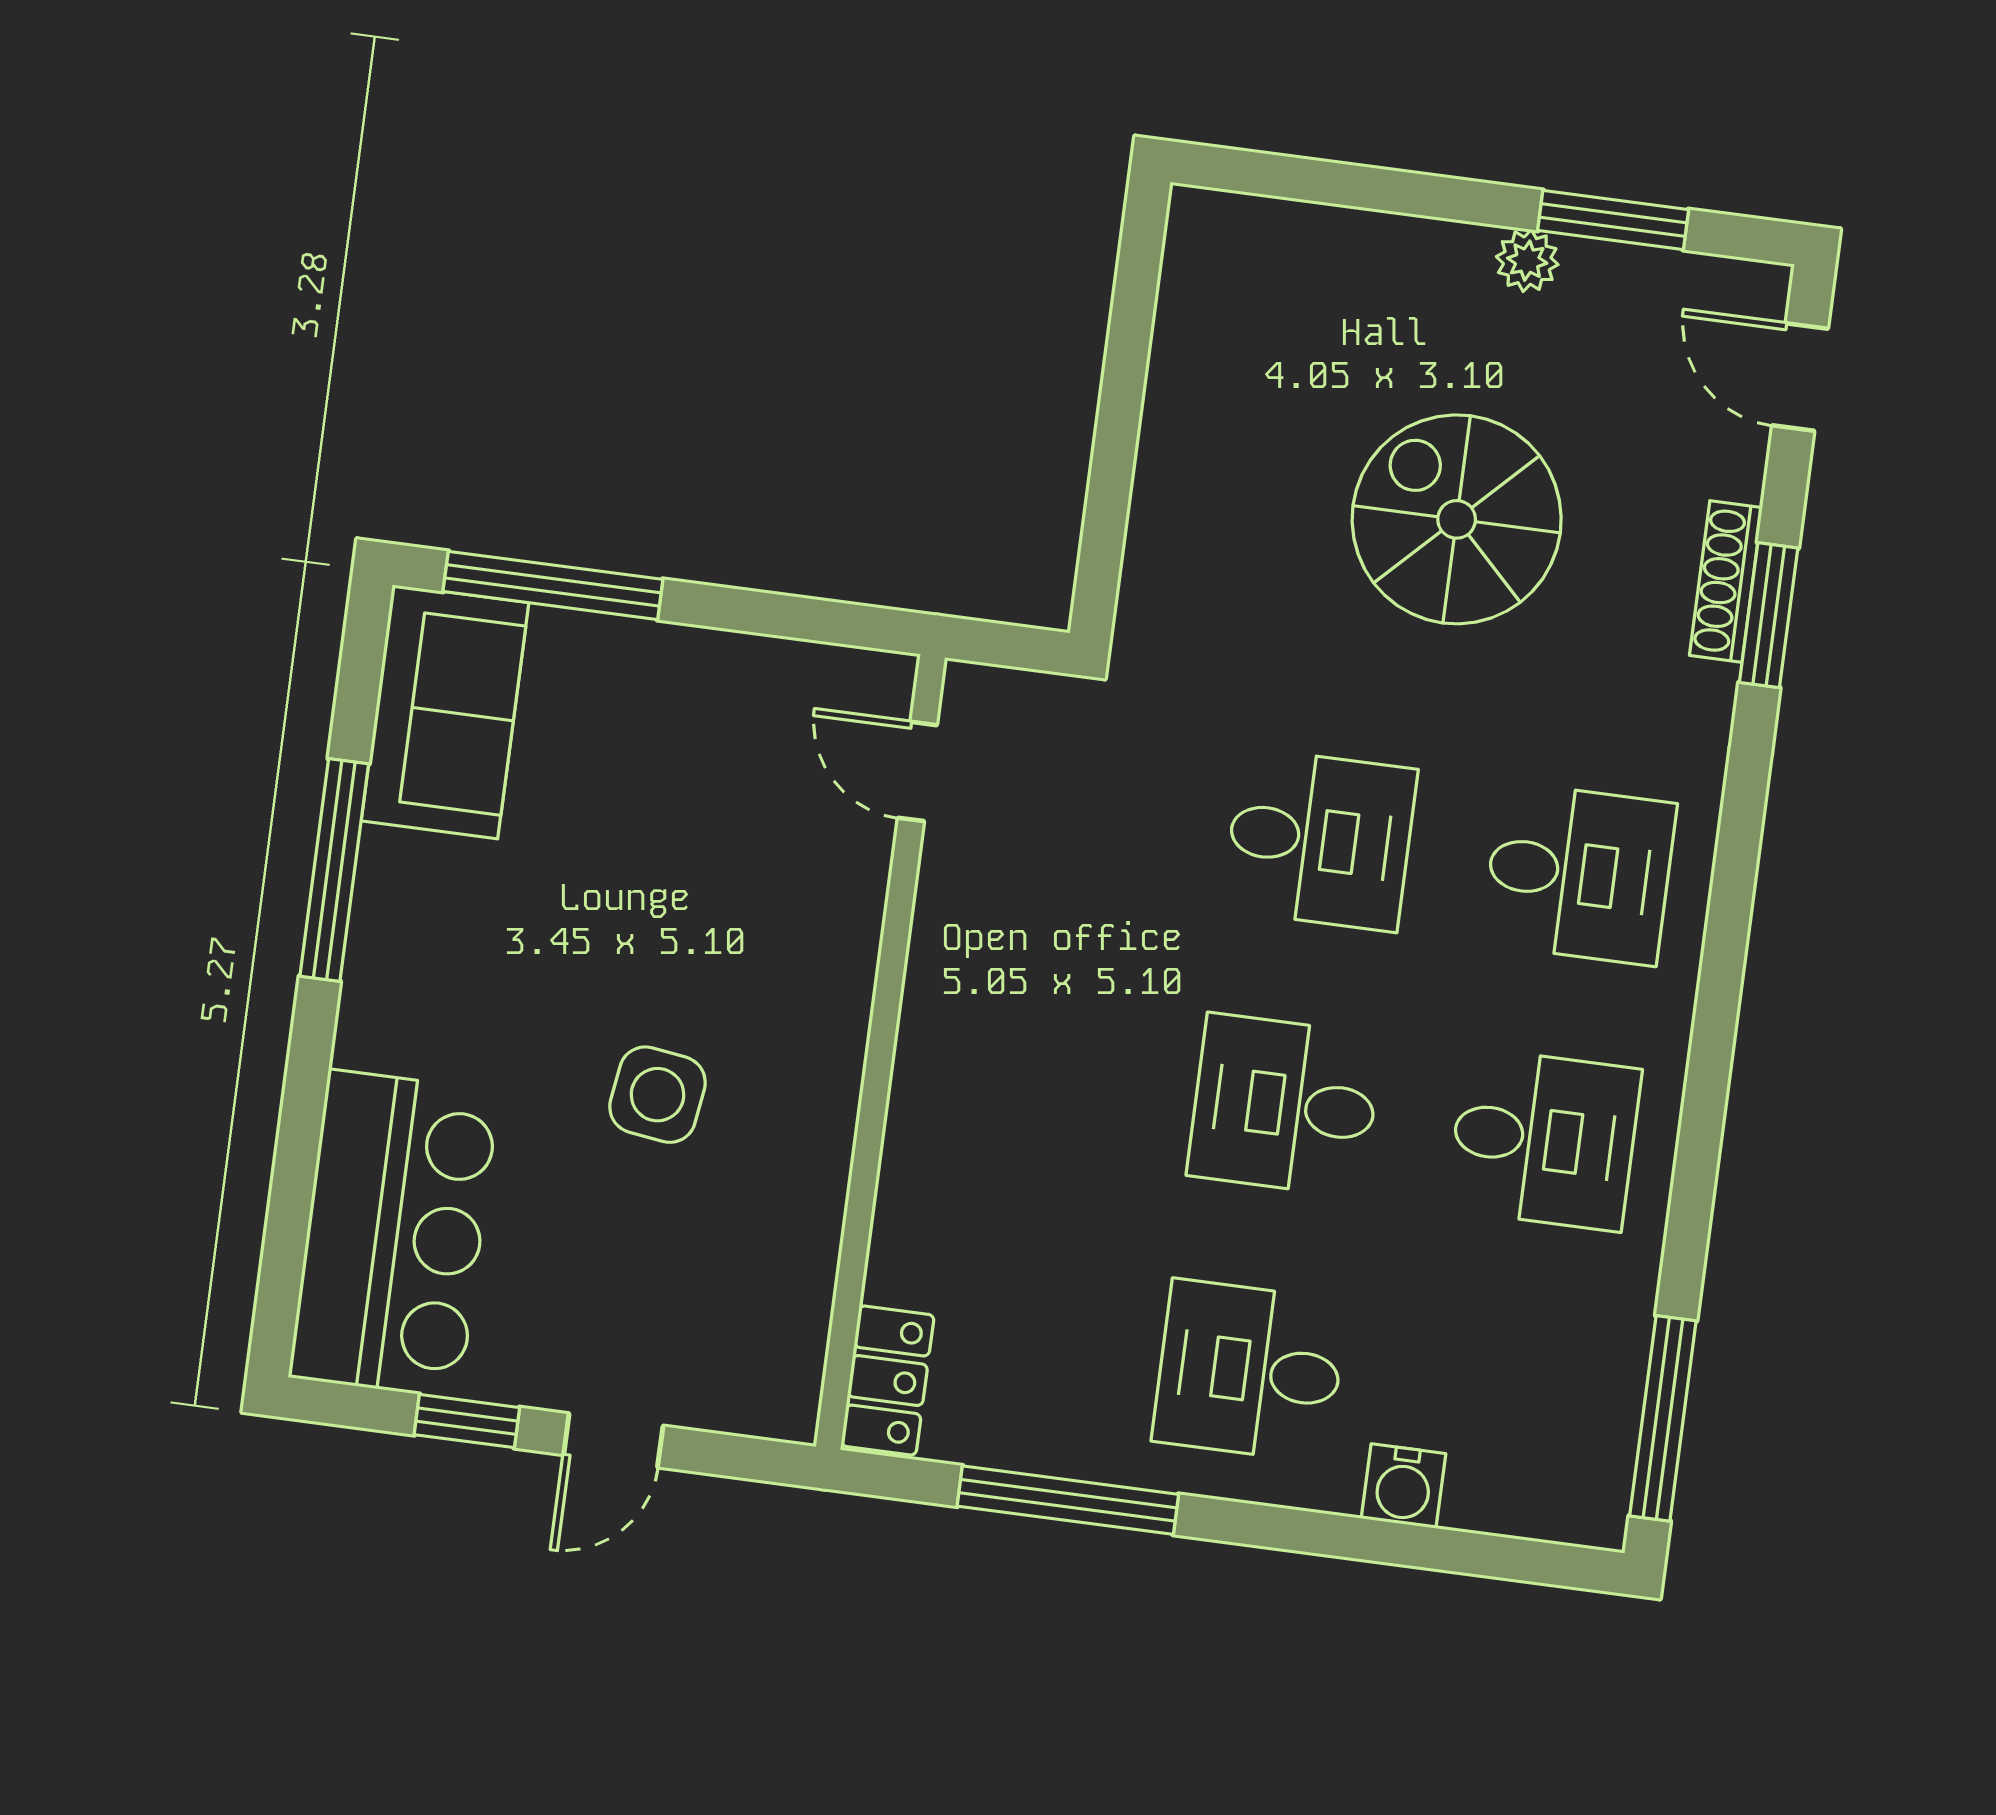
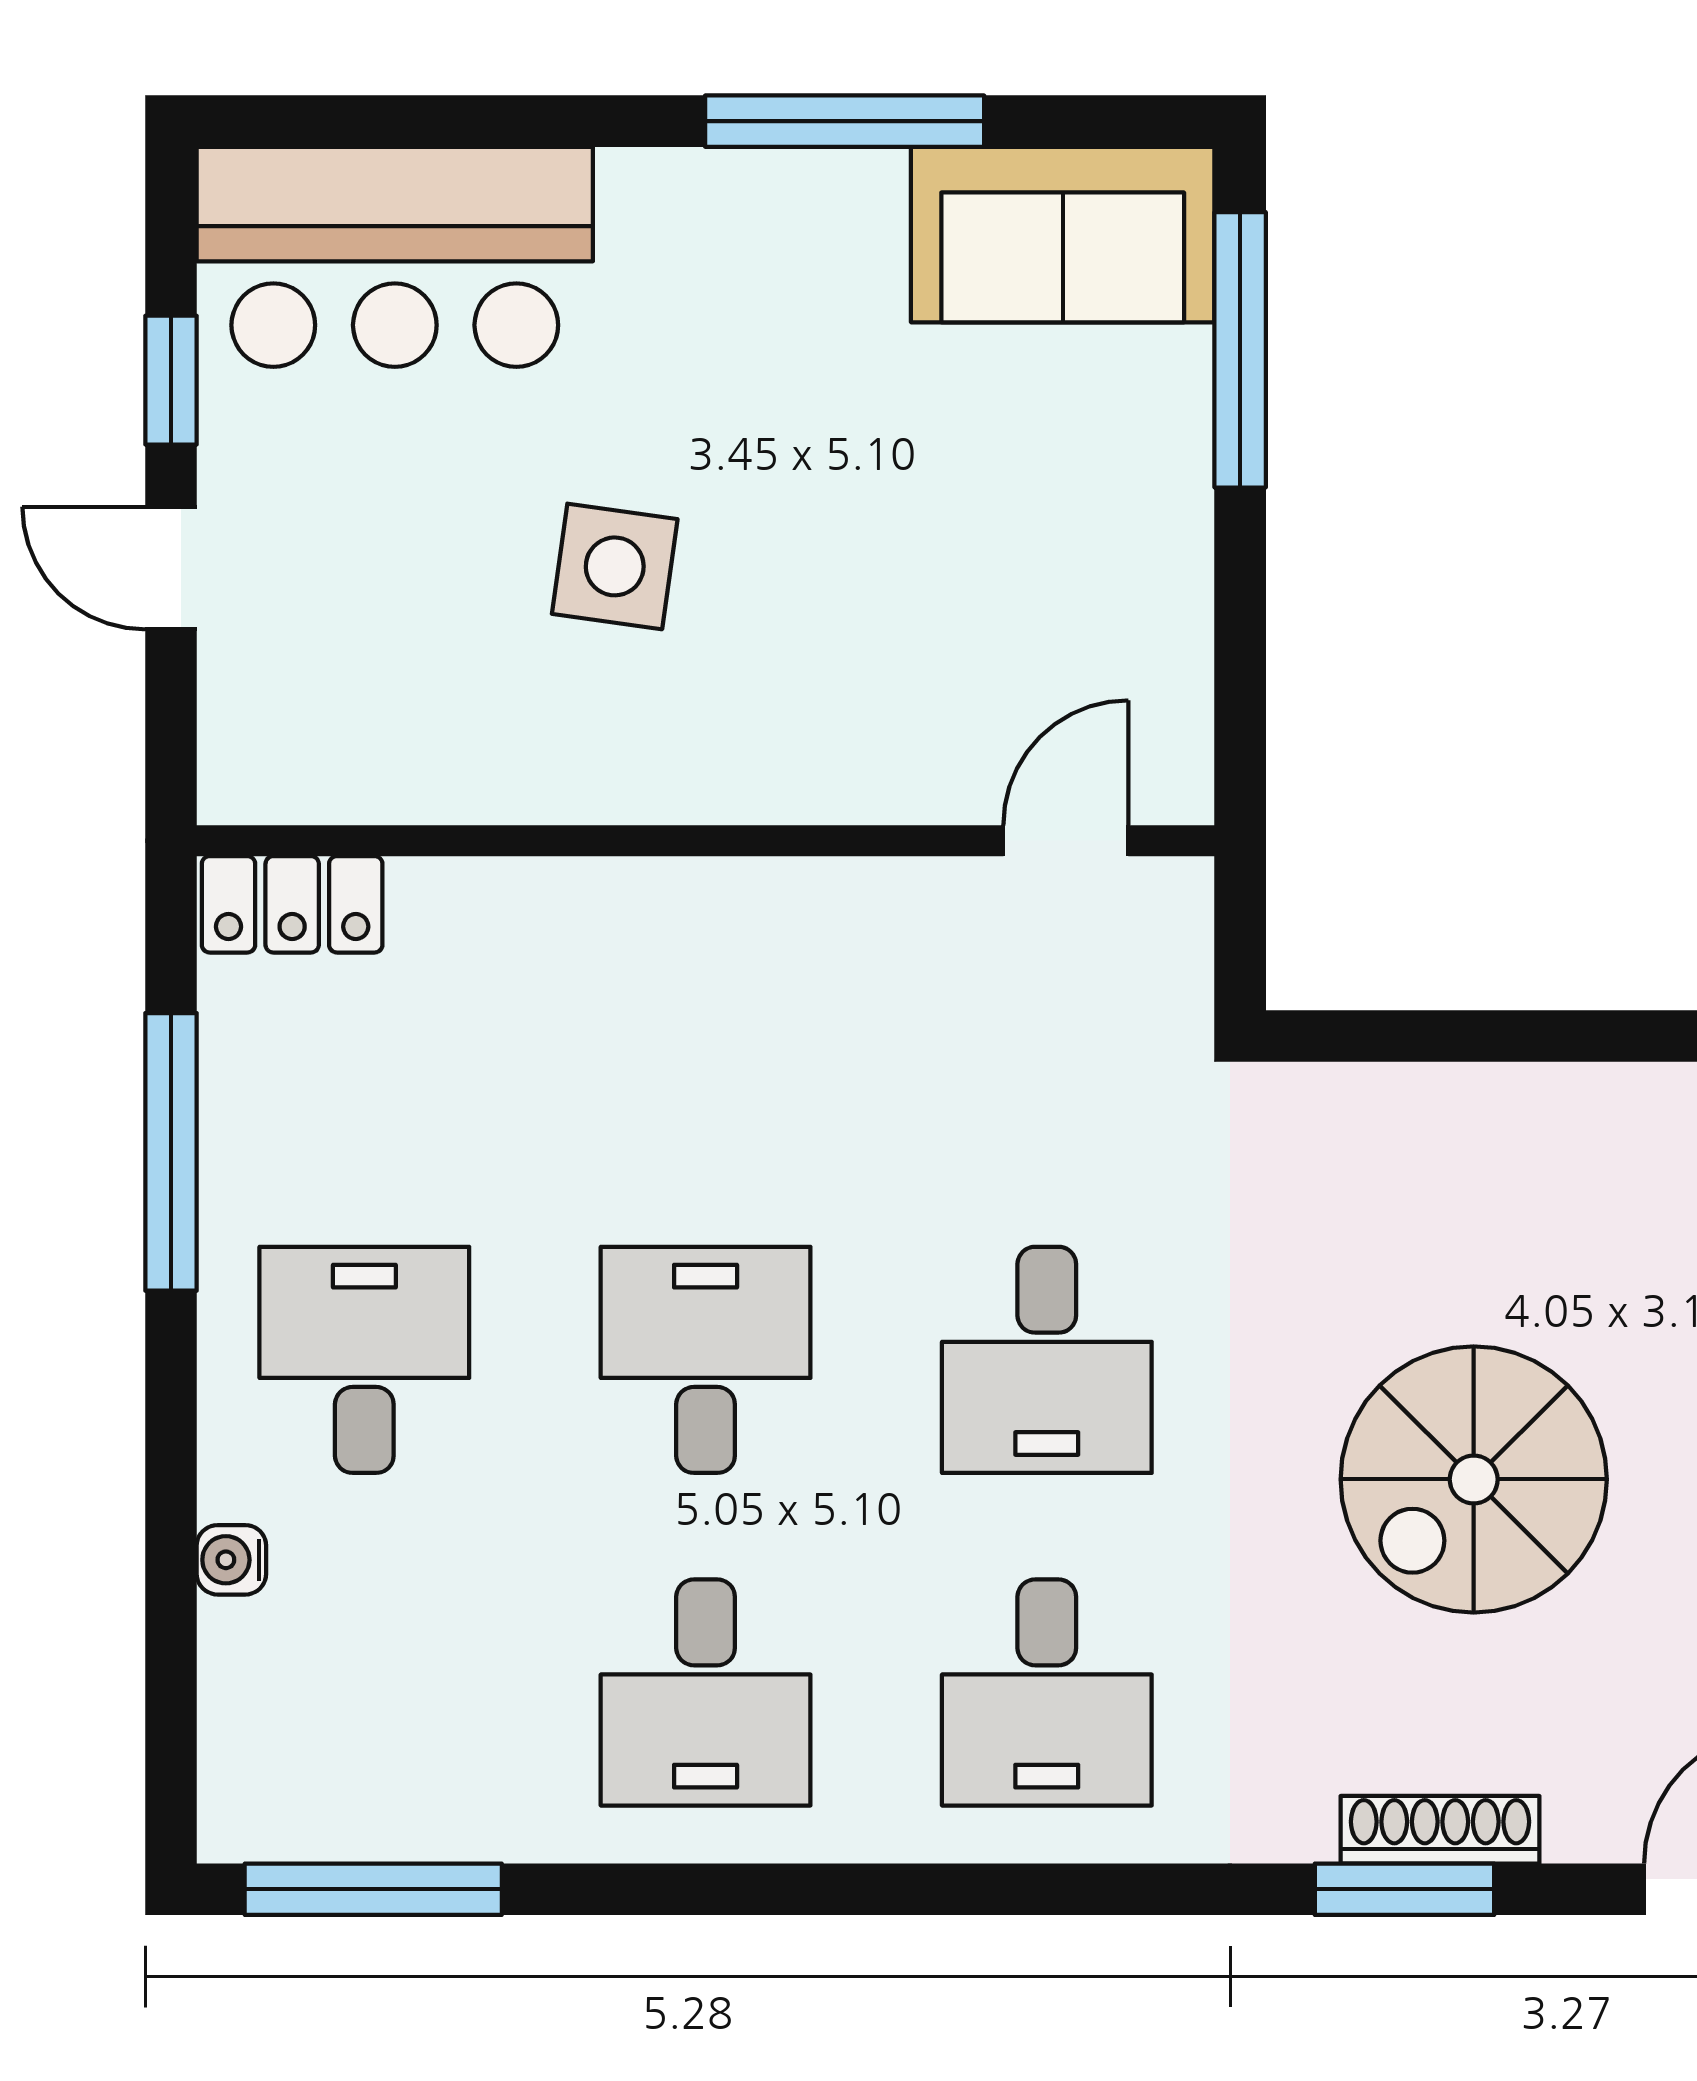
spiral stairs: (1457, 519) -> (1474, 1479), turned 180
water cooler: (1403, 1486) -> (231, 1560), width x0.72, depth x0.72

